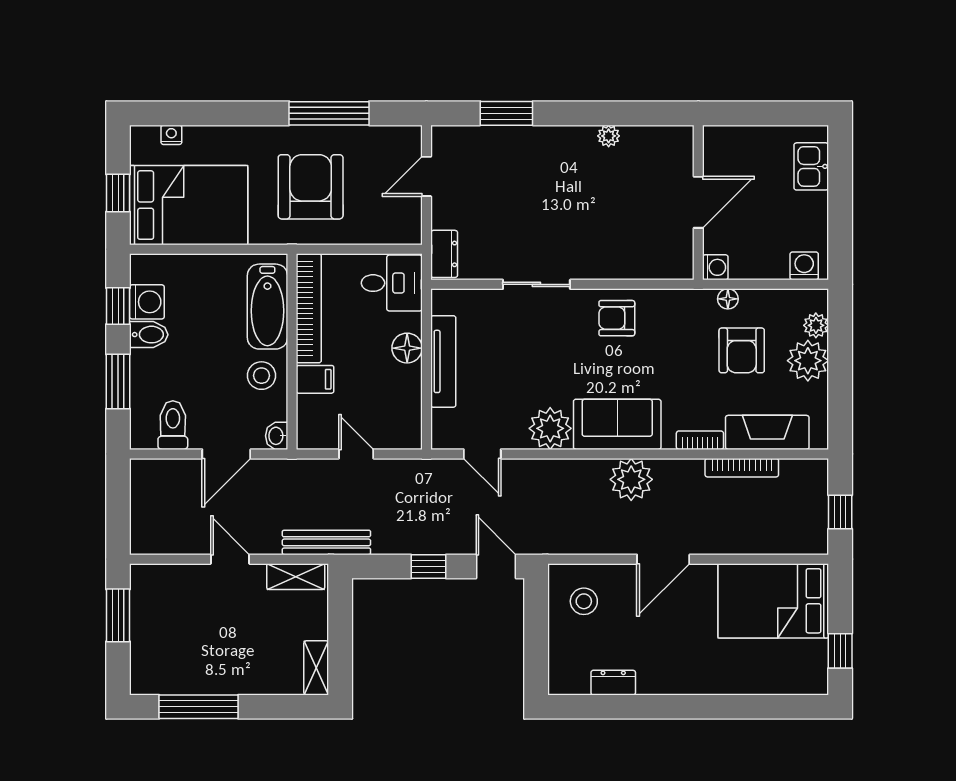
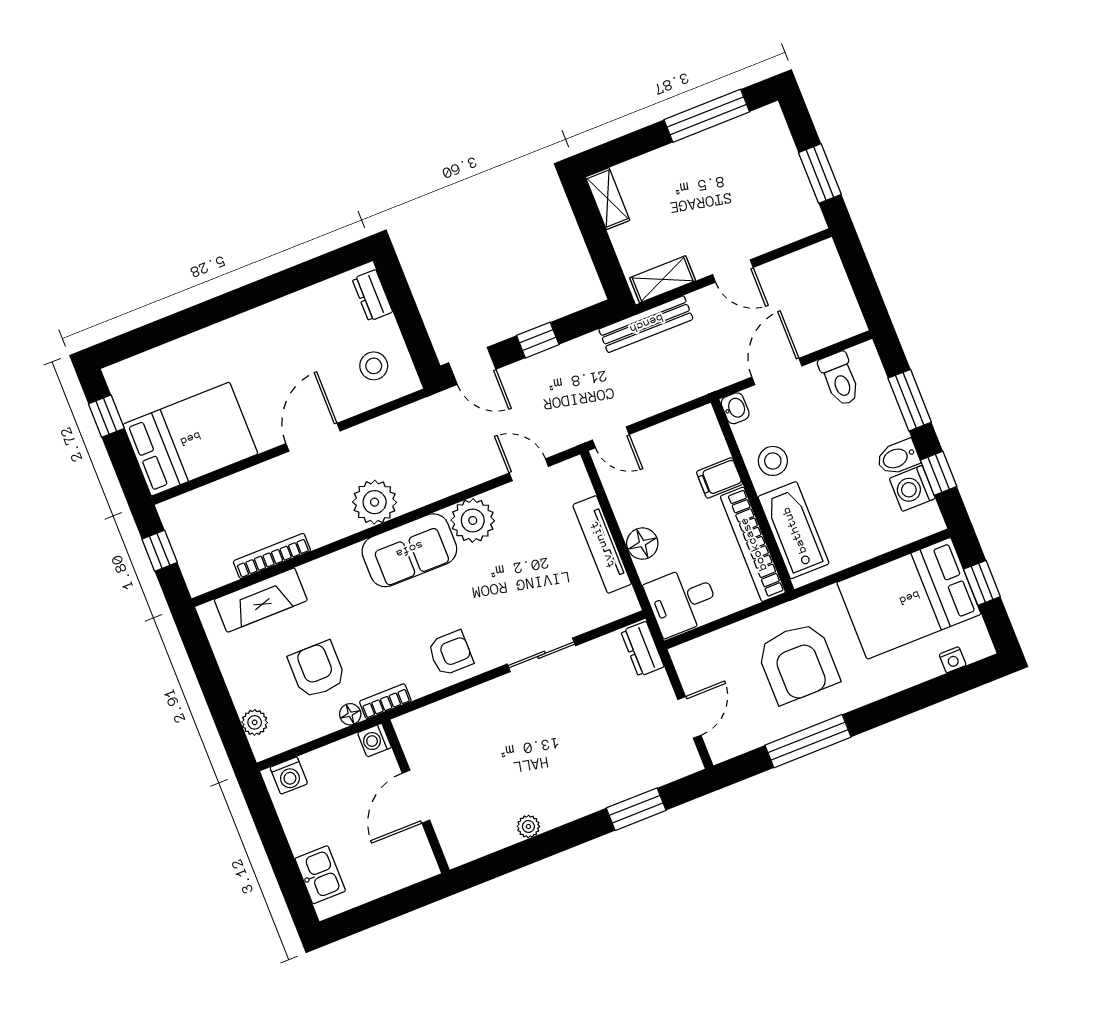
plant: (808, 361) -> (249, 685), removed
bookcase: (700, 440) -> (385, 701), moved, turned 180
door: (356, 454) -> (611, 437), moved
dresser: (613, 683) -> (372, 295), moved, turned 90

